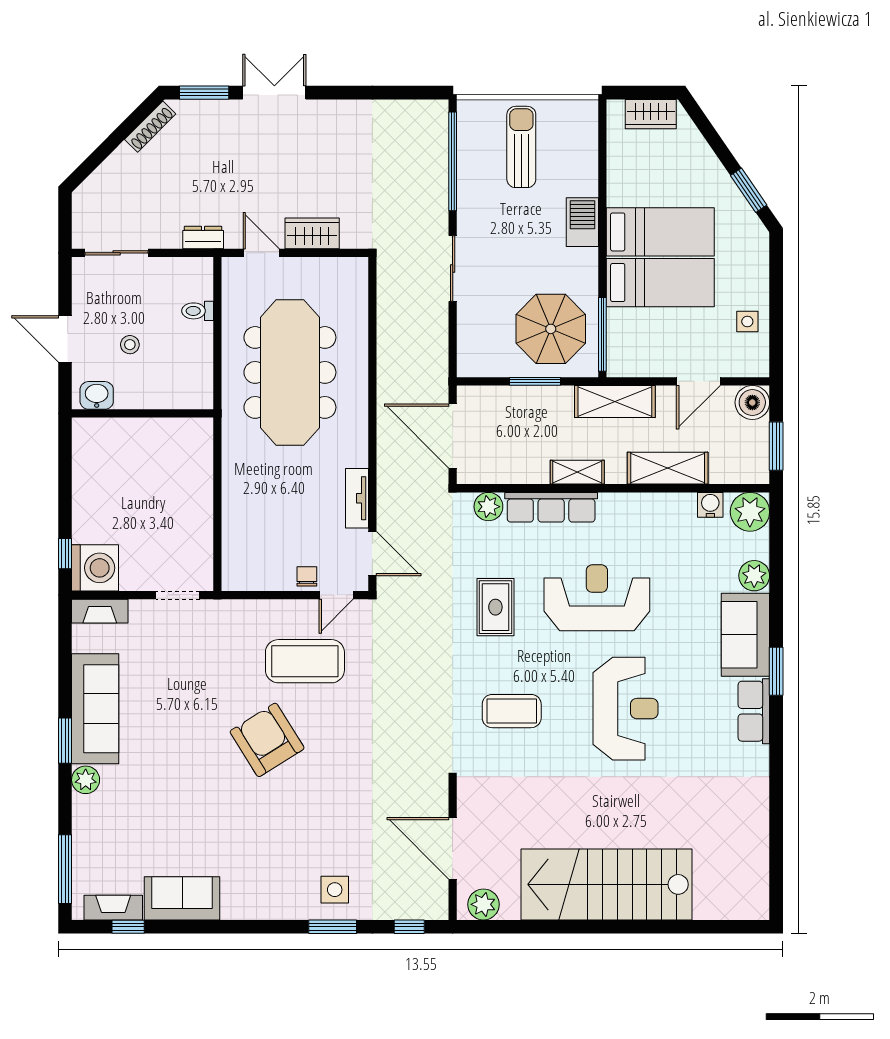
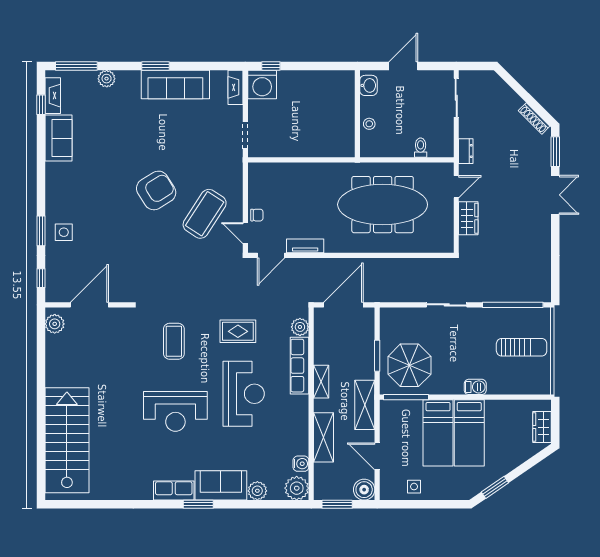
barbecue: (582, 222) -> (475, 387), width x0.73, depth x0.79
stool: (130, 345) -> (369, 124), moved
coffee table: (305, 661) -> (205, 214), turned 33
plant: (86, 780) -> (107, 79), moved
stairs: (606, 884) -> (67, 440), moved

